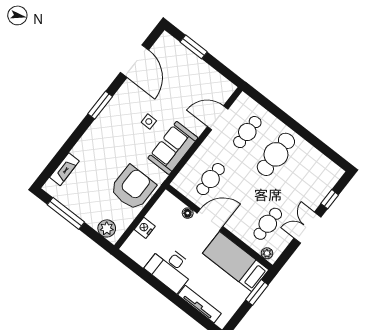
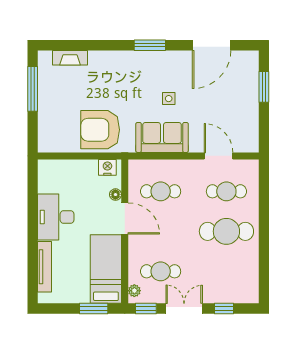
armchair: (133, 188) -> (100, 130), turned 180
plant: (107, 228) -> (47, 135), removed
nightstand: (145, 228) -> (107, 167), moved
window: (286, 255) -> (146, 308), added

